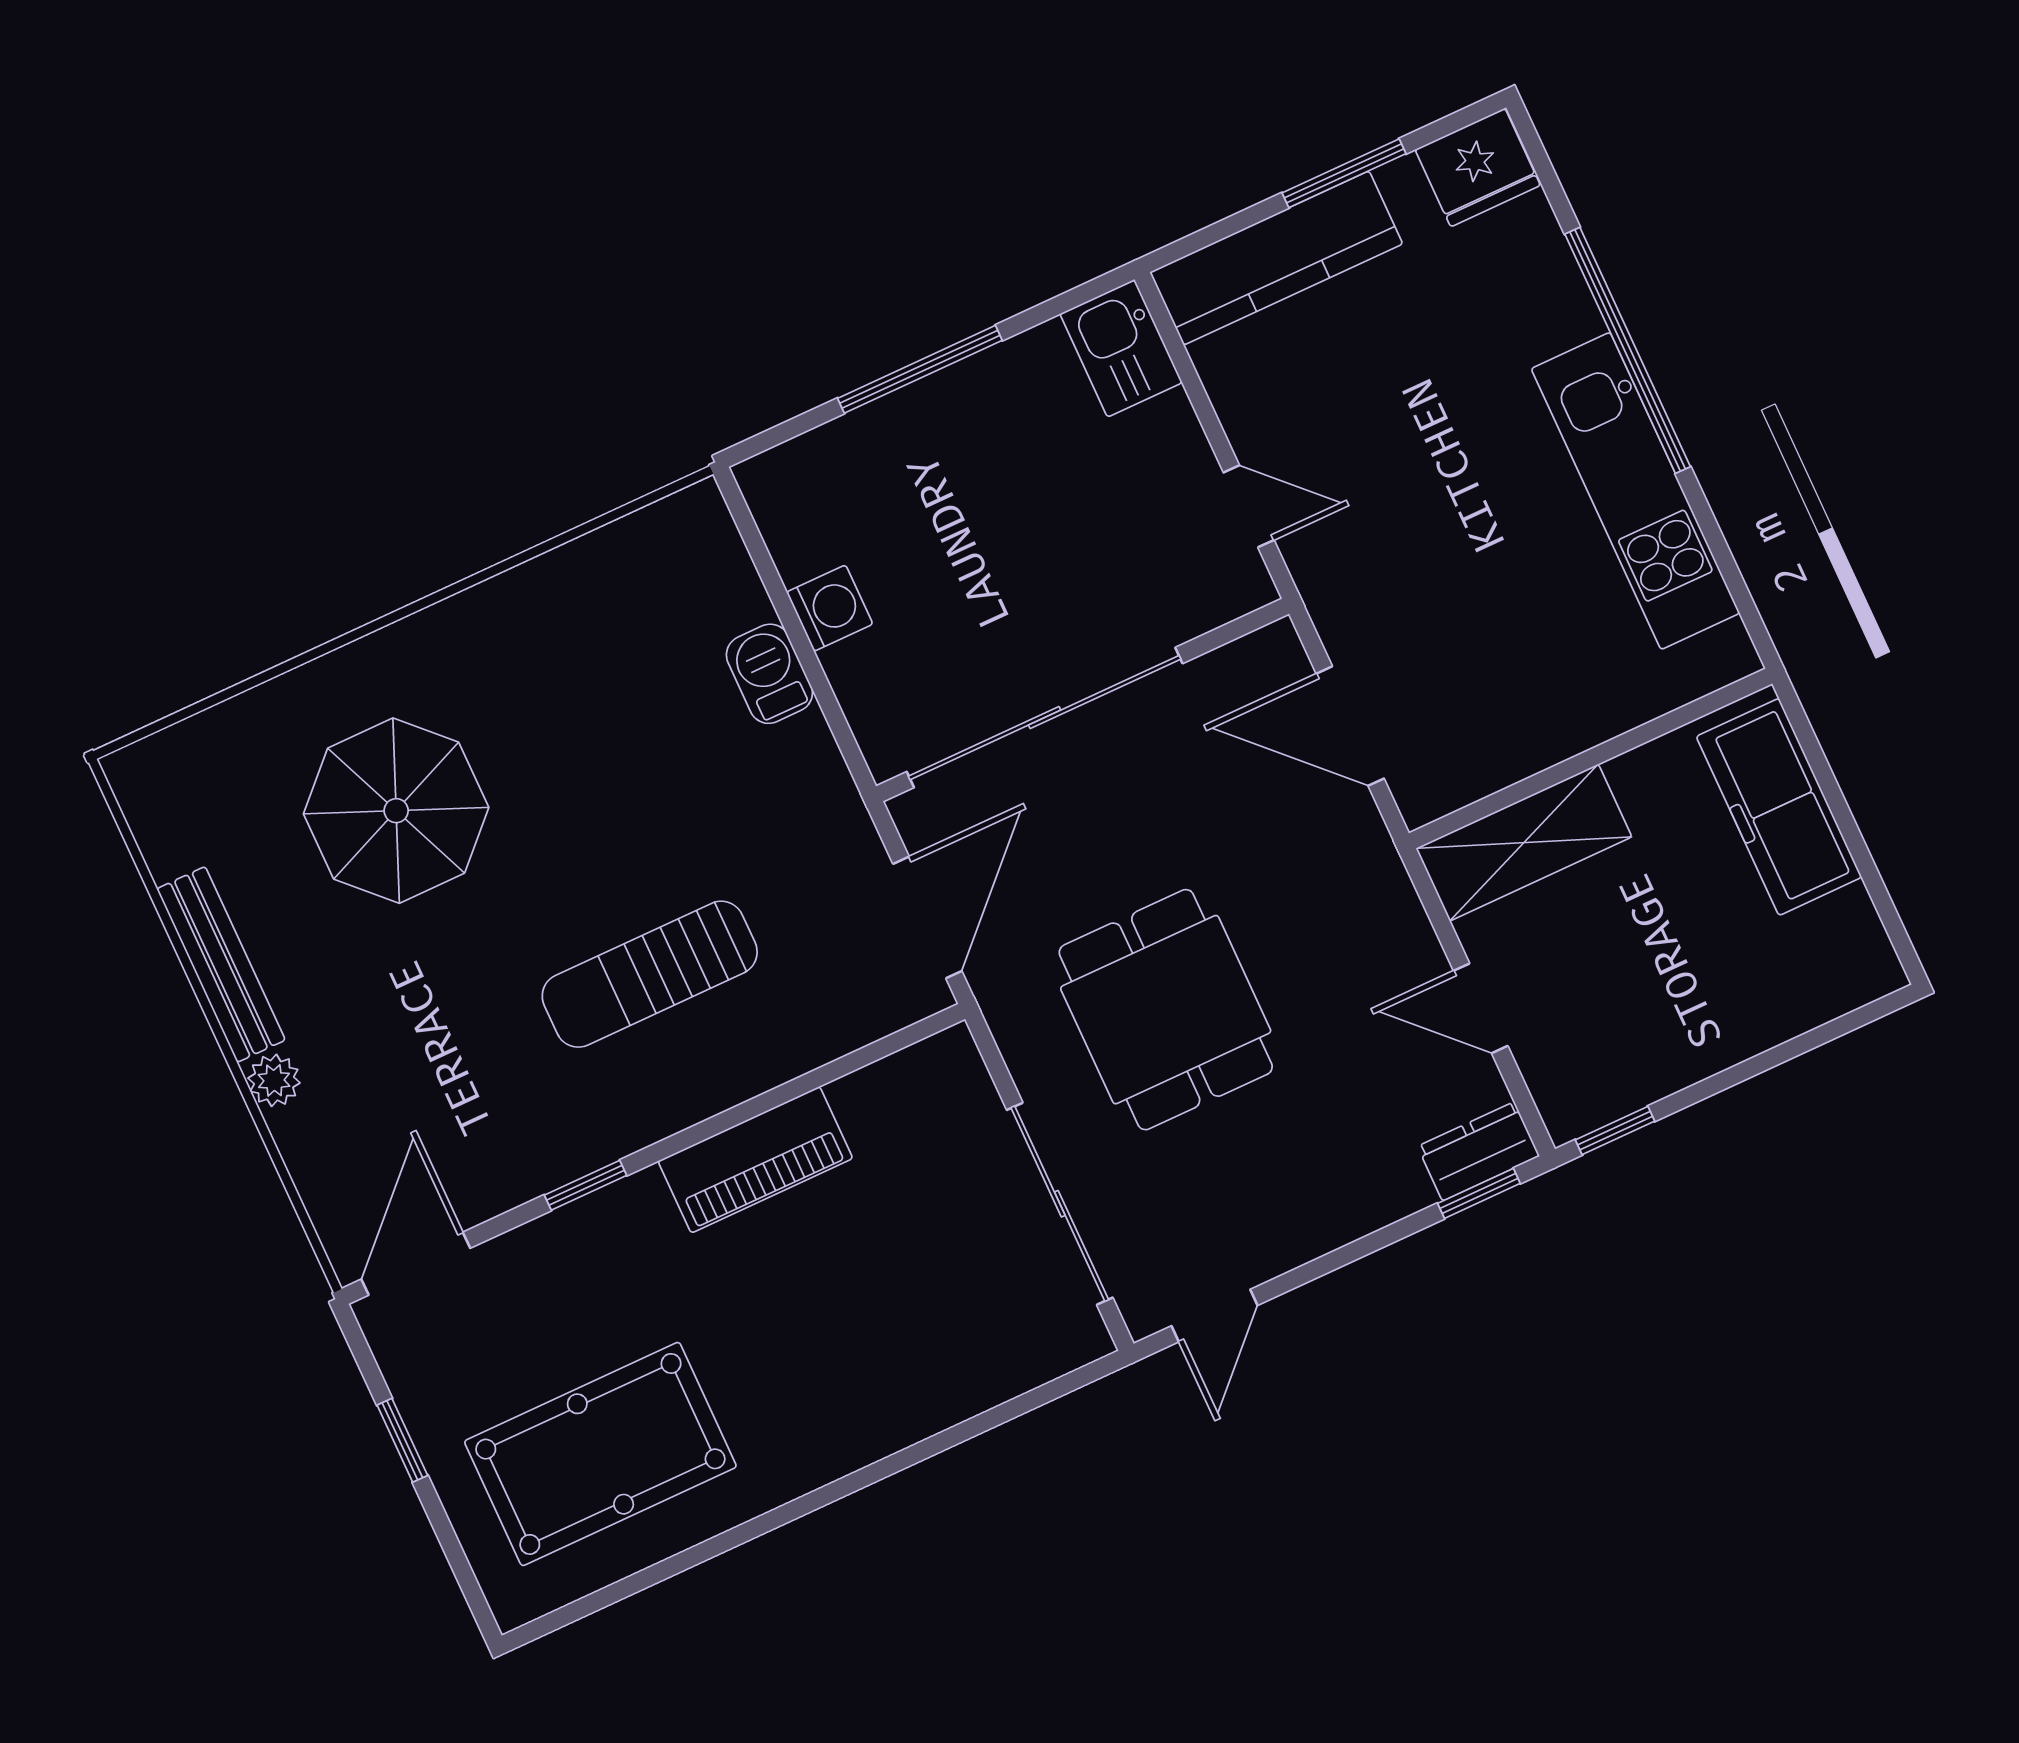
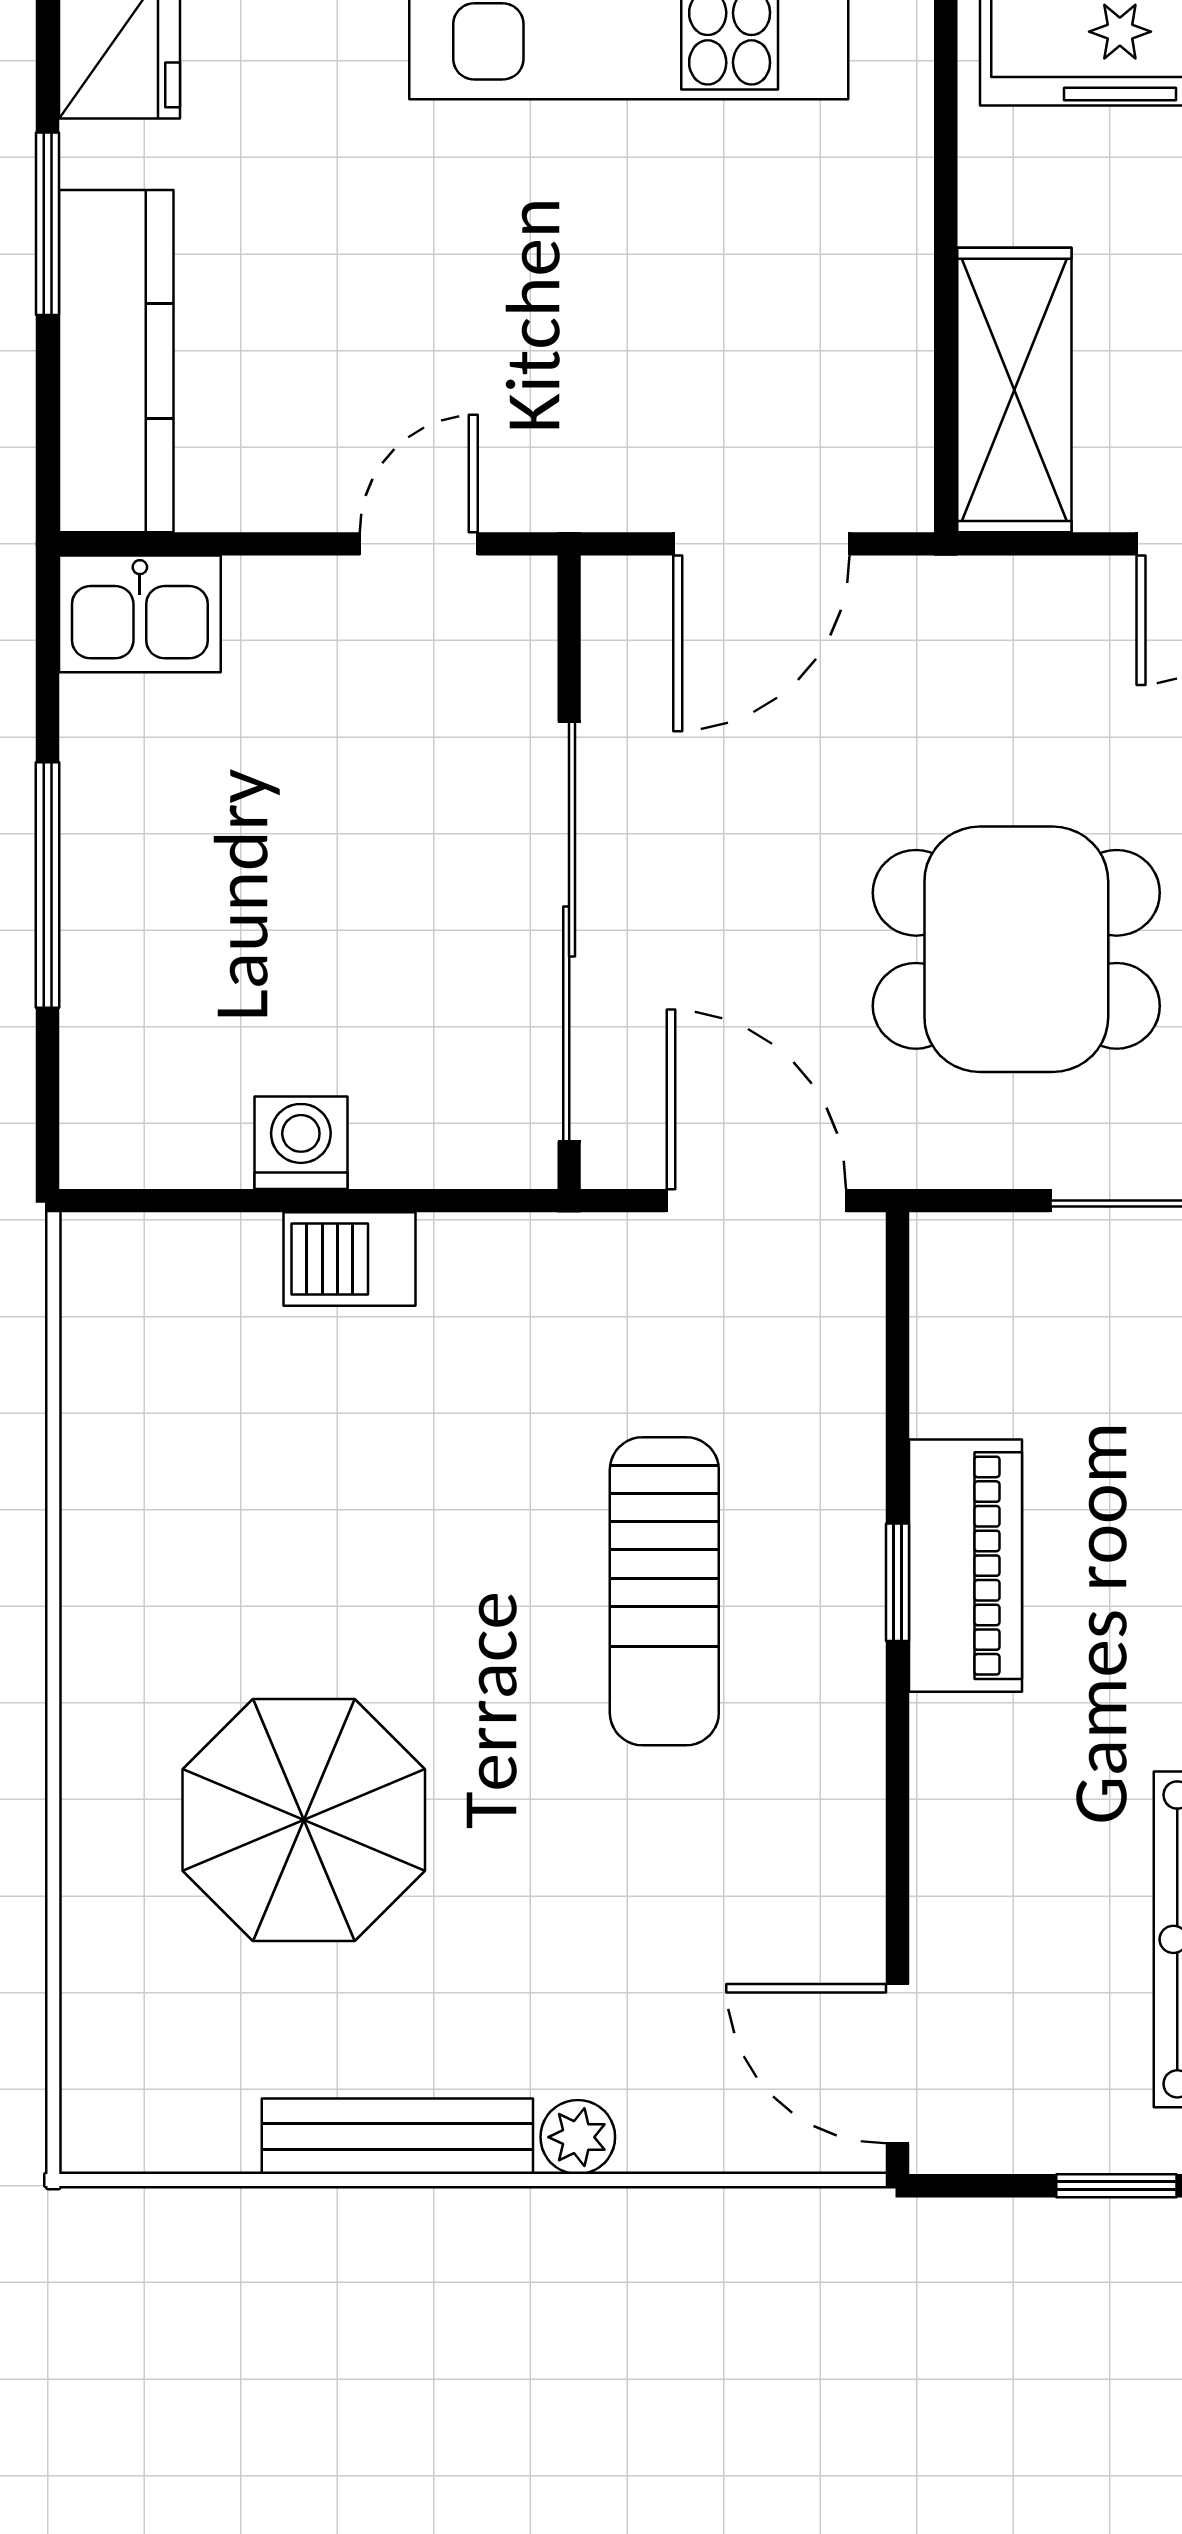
window: (585, 1185) -> (898, 1582), moved

